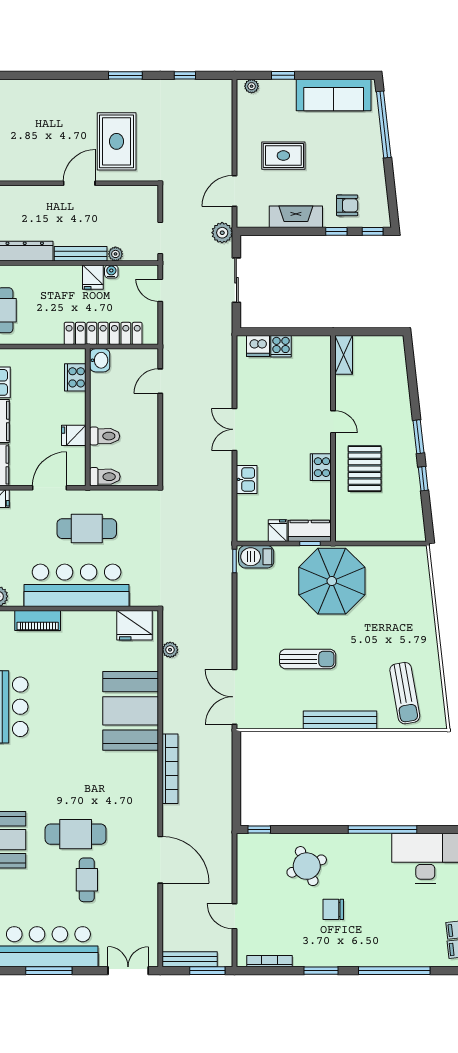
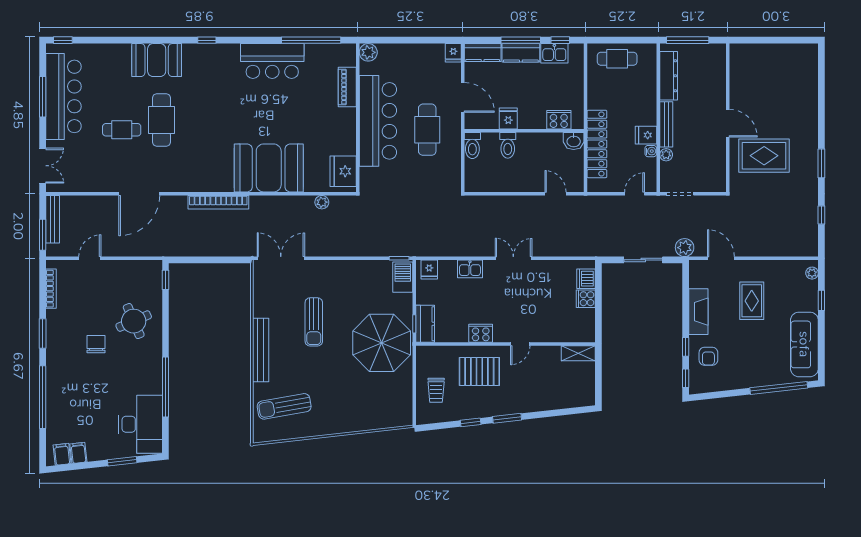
trolley: (386, 518) -> (436, 390), added
fridge: (278, 531) -> (429, 270), moved, turned 90

